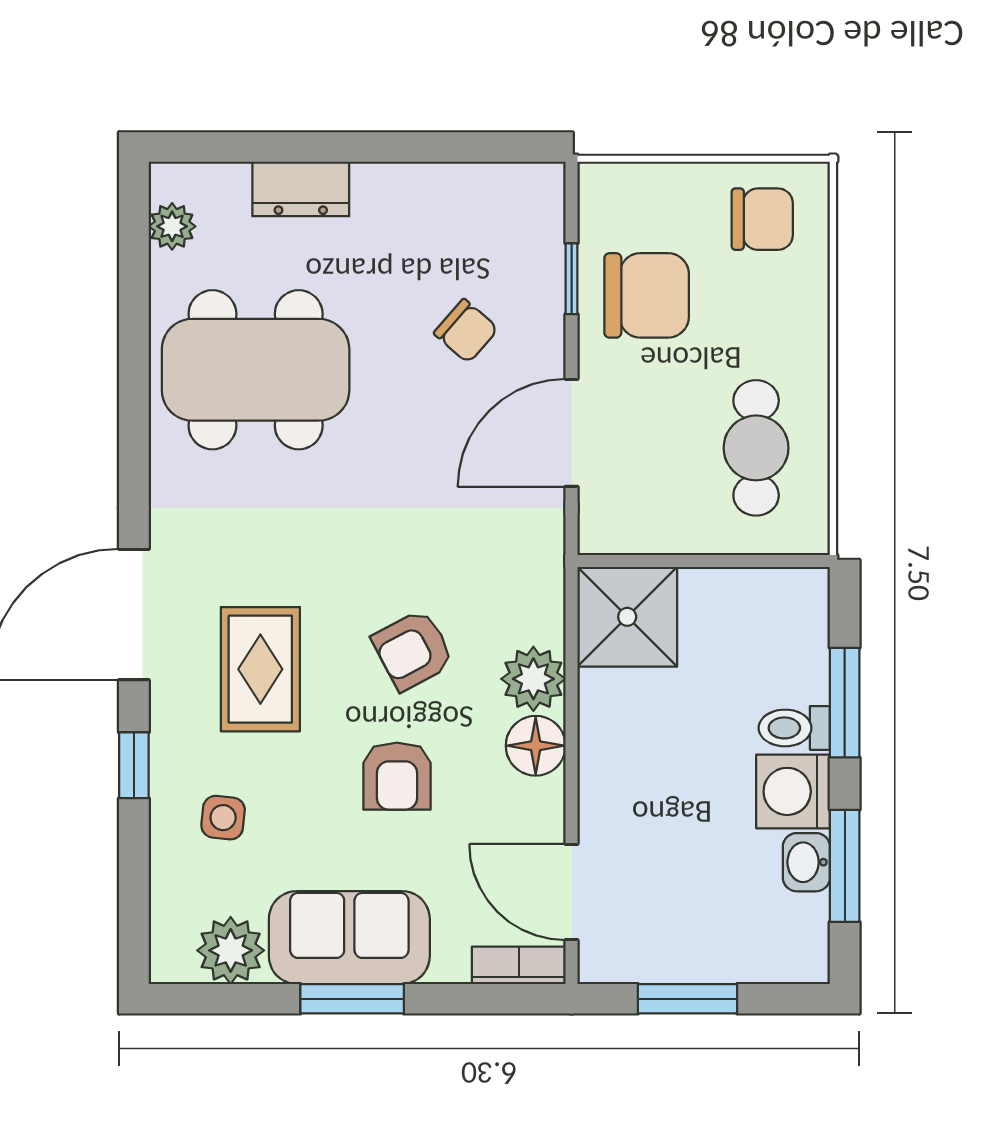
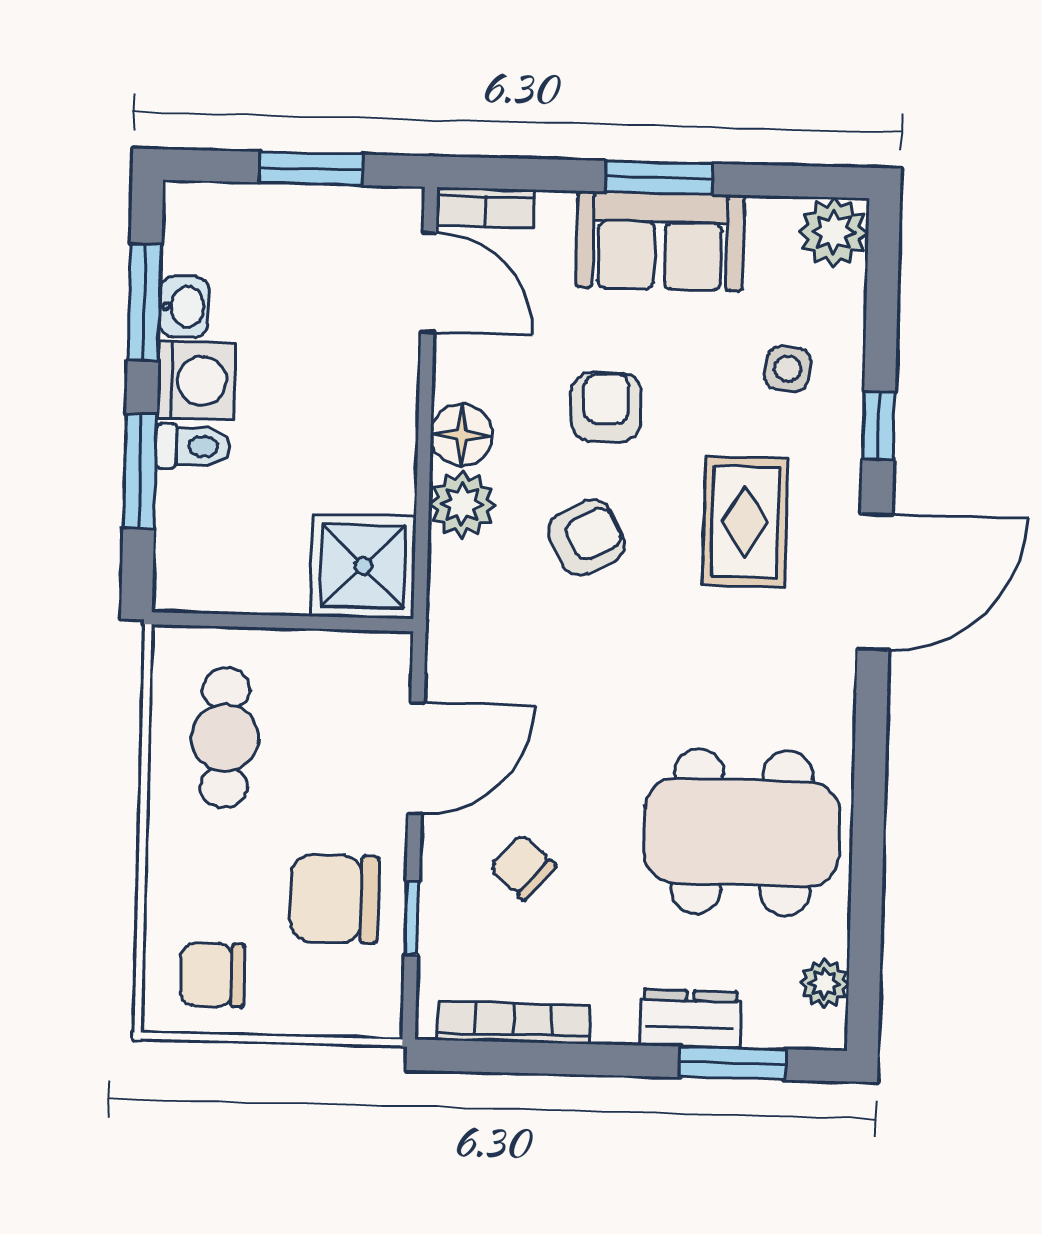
window: (259, 147) -> (732, 1063), added
bookcase: (471, 180) -> (514, 1023), added
plant: (231, 950) -> (834, 232), moved

